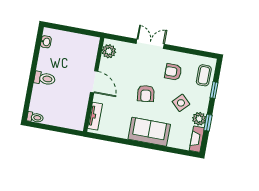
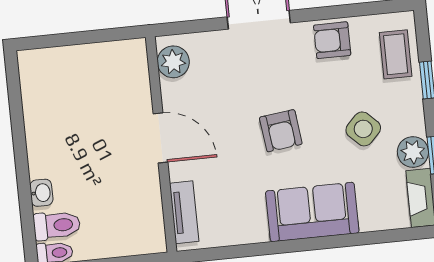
washbasin: (46, 42) -> (41, 193), moved
armchair: (173, 72) -> (332, 40), moved
toilet: (45, 78) -> (57, 225), moved

